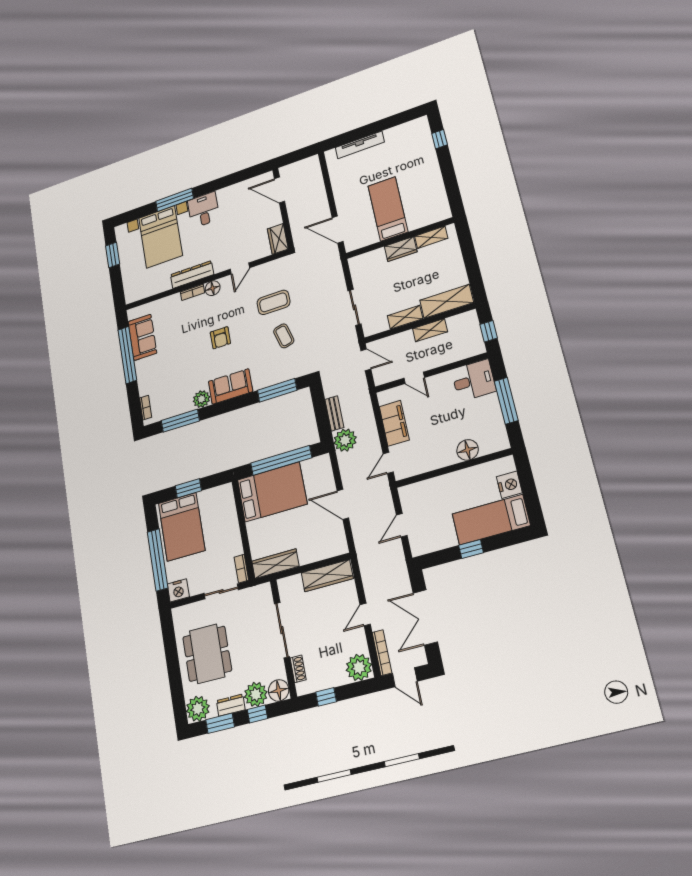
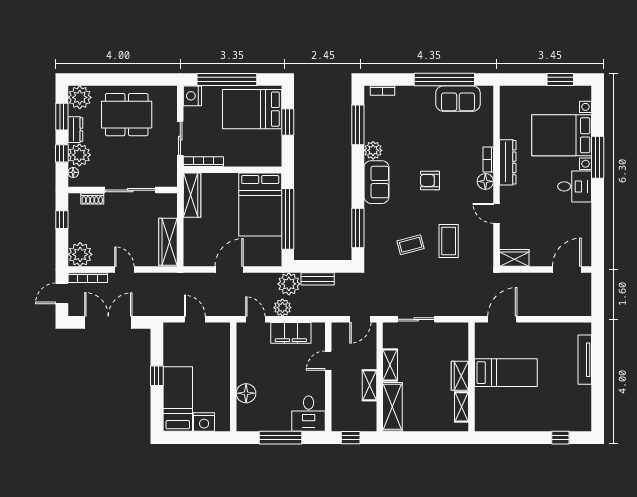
plant: (370, 439) -> (282, 308), added
bookcase: (241, 569) -> (203, 162), width x1.56
floor lamp: (279, 690) -> (73, 172), width x0.53, depth x0.53

